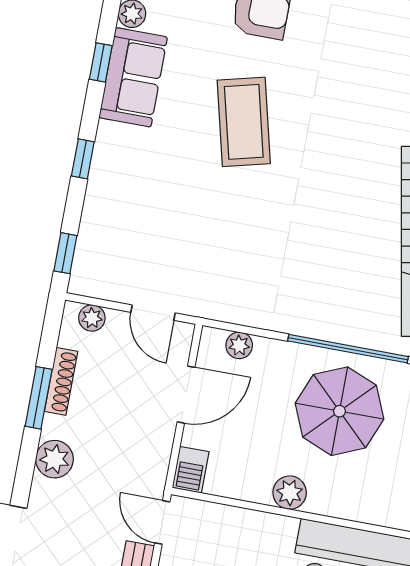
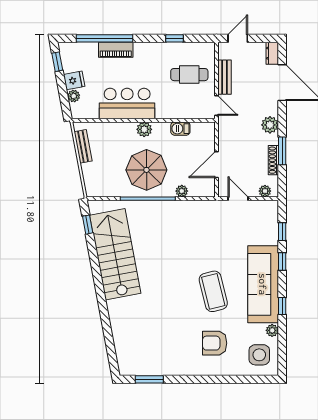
sofa: (133, 77) -> (263, 284), width x1.85, depth x1.27
window: (65, 253) -> (282, 232), moved
plant: (239, 345) -> (182, 191), moved
barbecue: (191, 470) -> (180, 129), moved, turned -90
plant: (290, 493) -> (144, 129), moved

